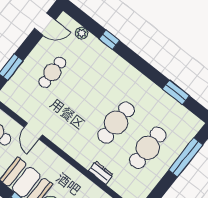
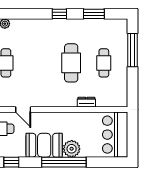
window: (109, 40) -> (59, 14), moved
cafe table: (148, 148) -> (104, 63), width x0.73, depth x0.74

